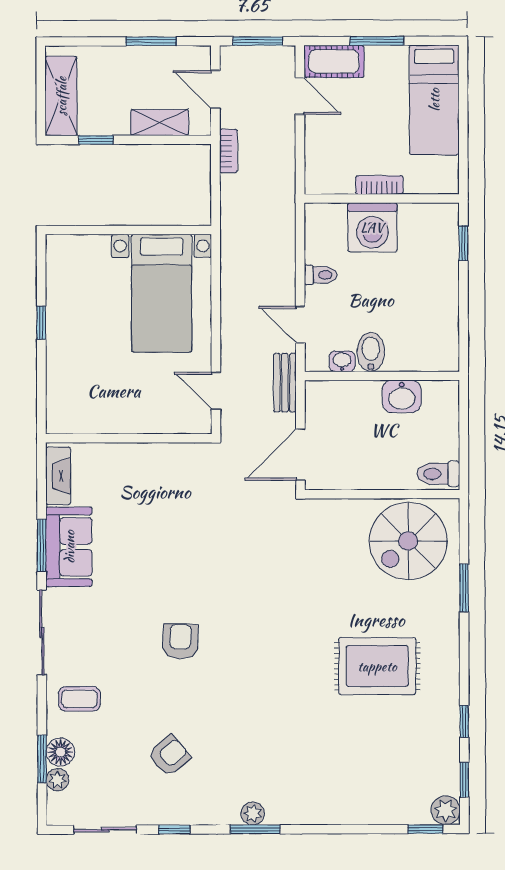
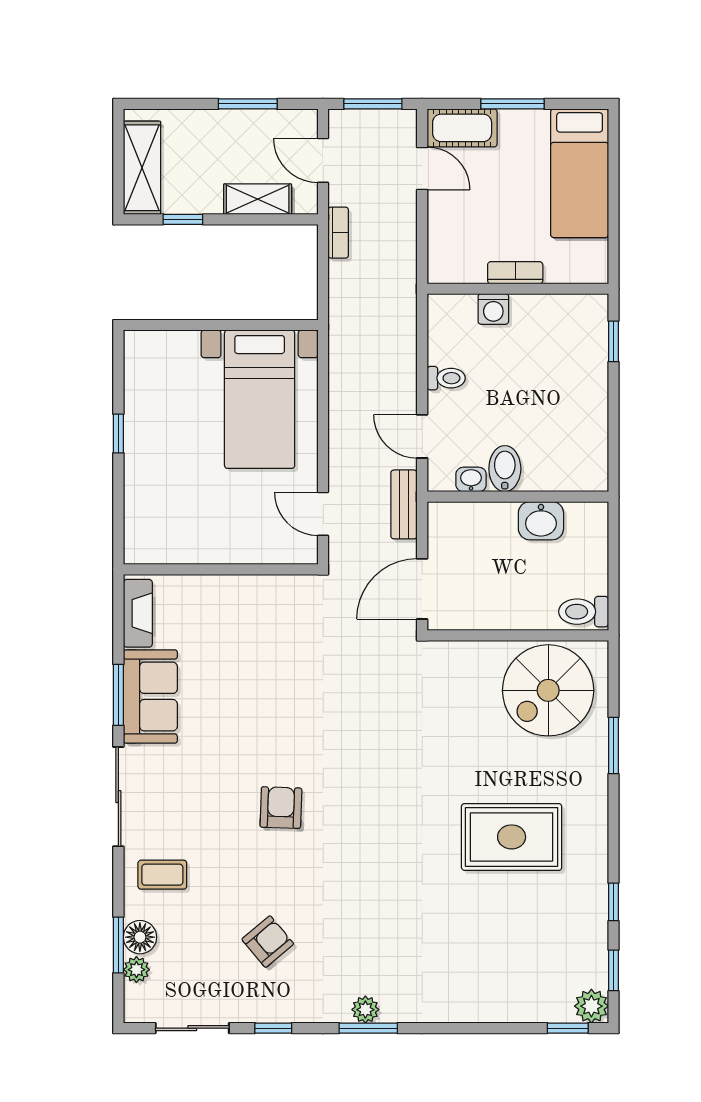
washing machine: (372, 227) -> (493, 309), width x0.53, depth x0.53

